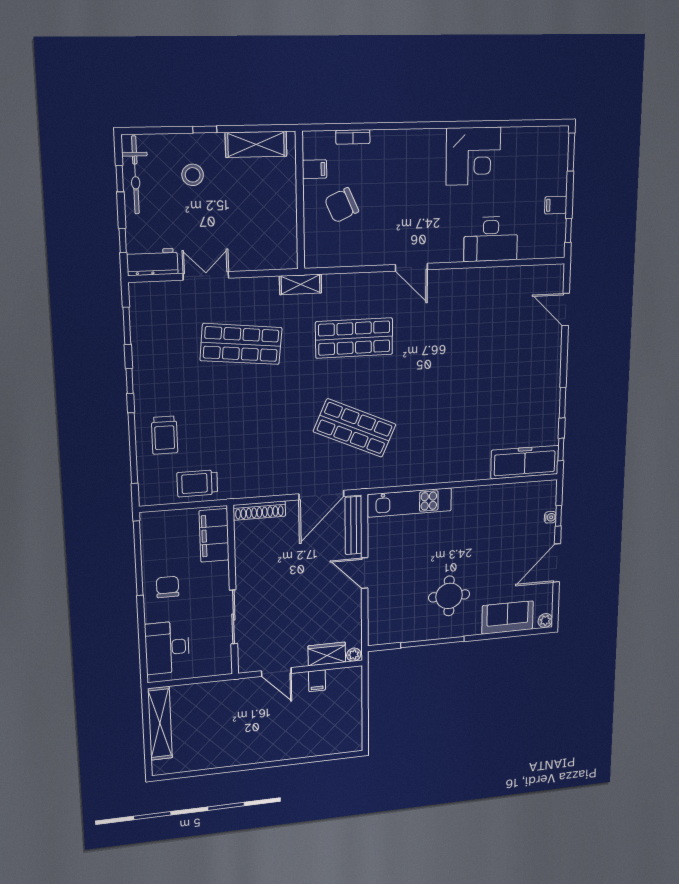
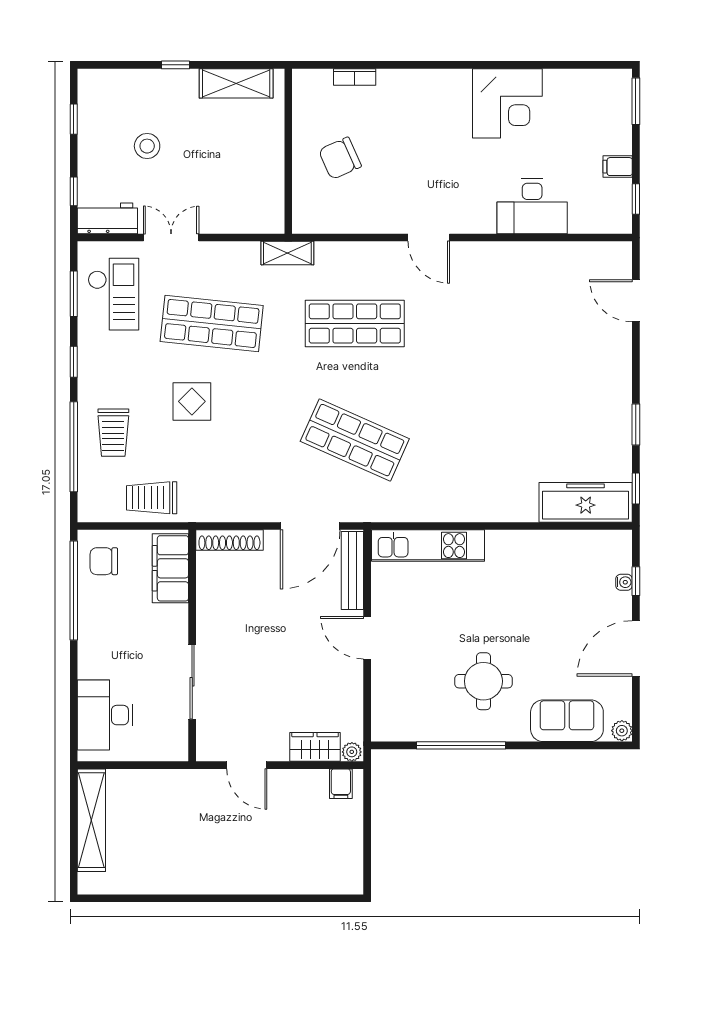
filing cabinet: (314, 169) -> (307, 114), removed
bicycle: (135, 175) -> (92, 116), removed
stool: (193, 175) -> (147, 146), moved
checkout: (160, 324) -> (113, 294), added
display table: (227, 407) -> (192, 401), added
chair: (168, 587) -> (104, 561), moved, turned -90
filing cabinet: (317, 681) -> (341, 784), moved

